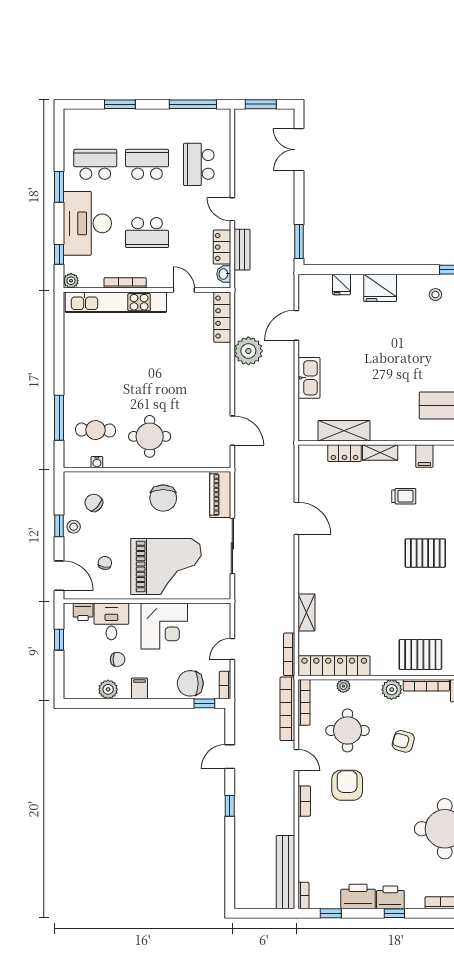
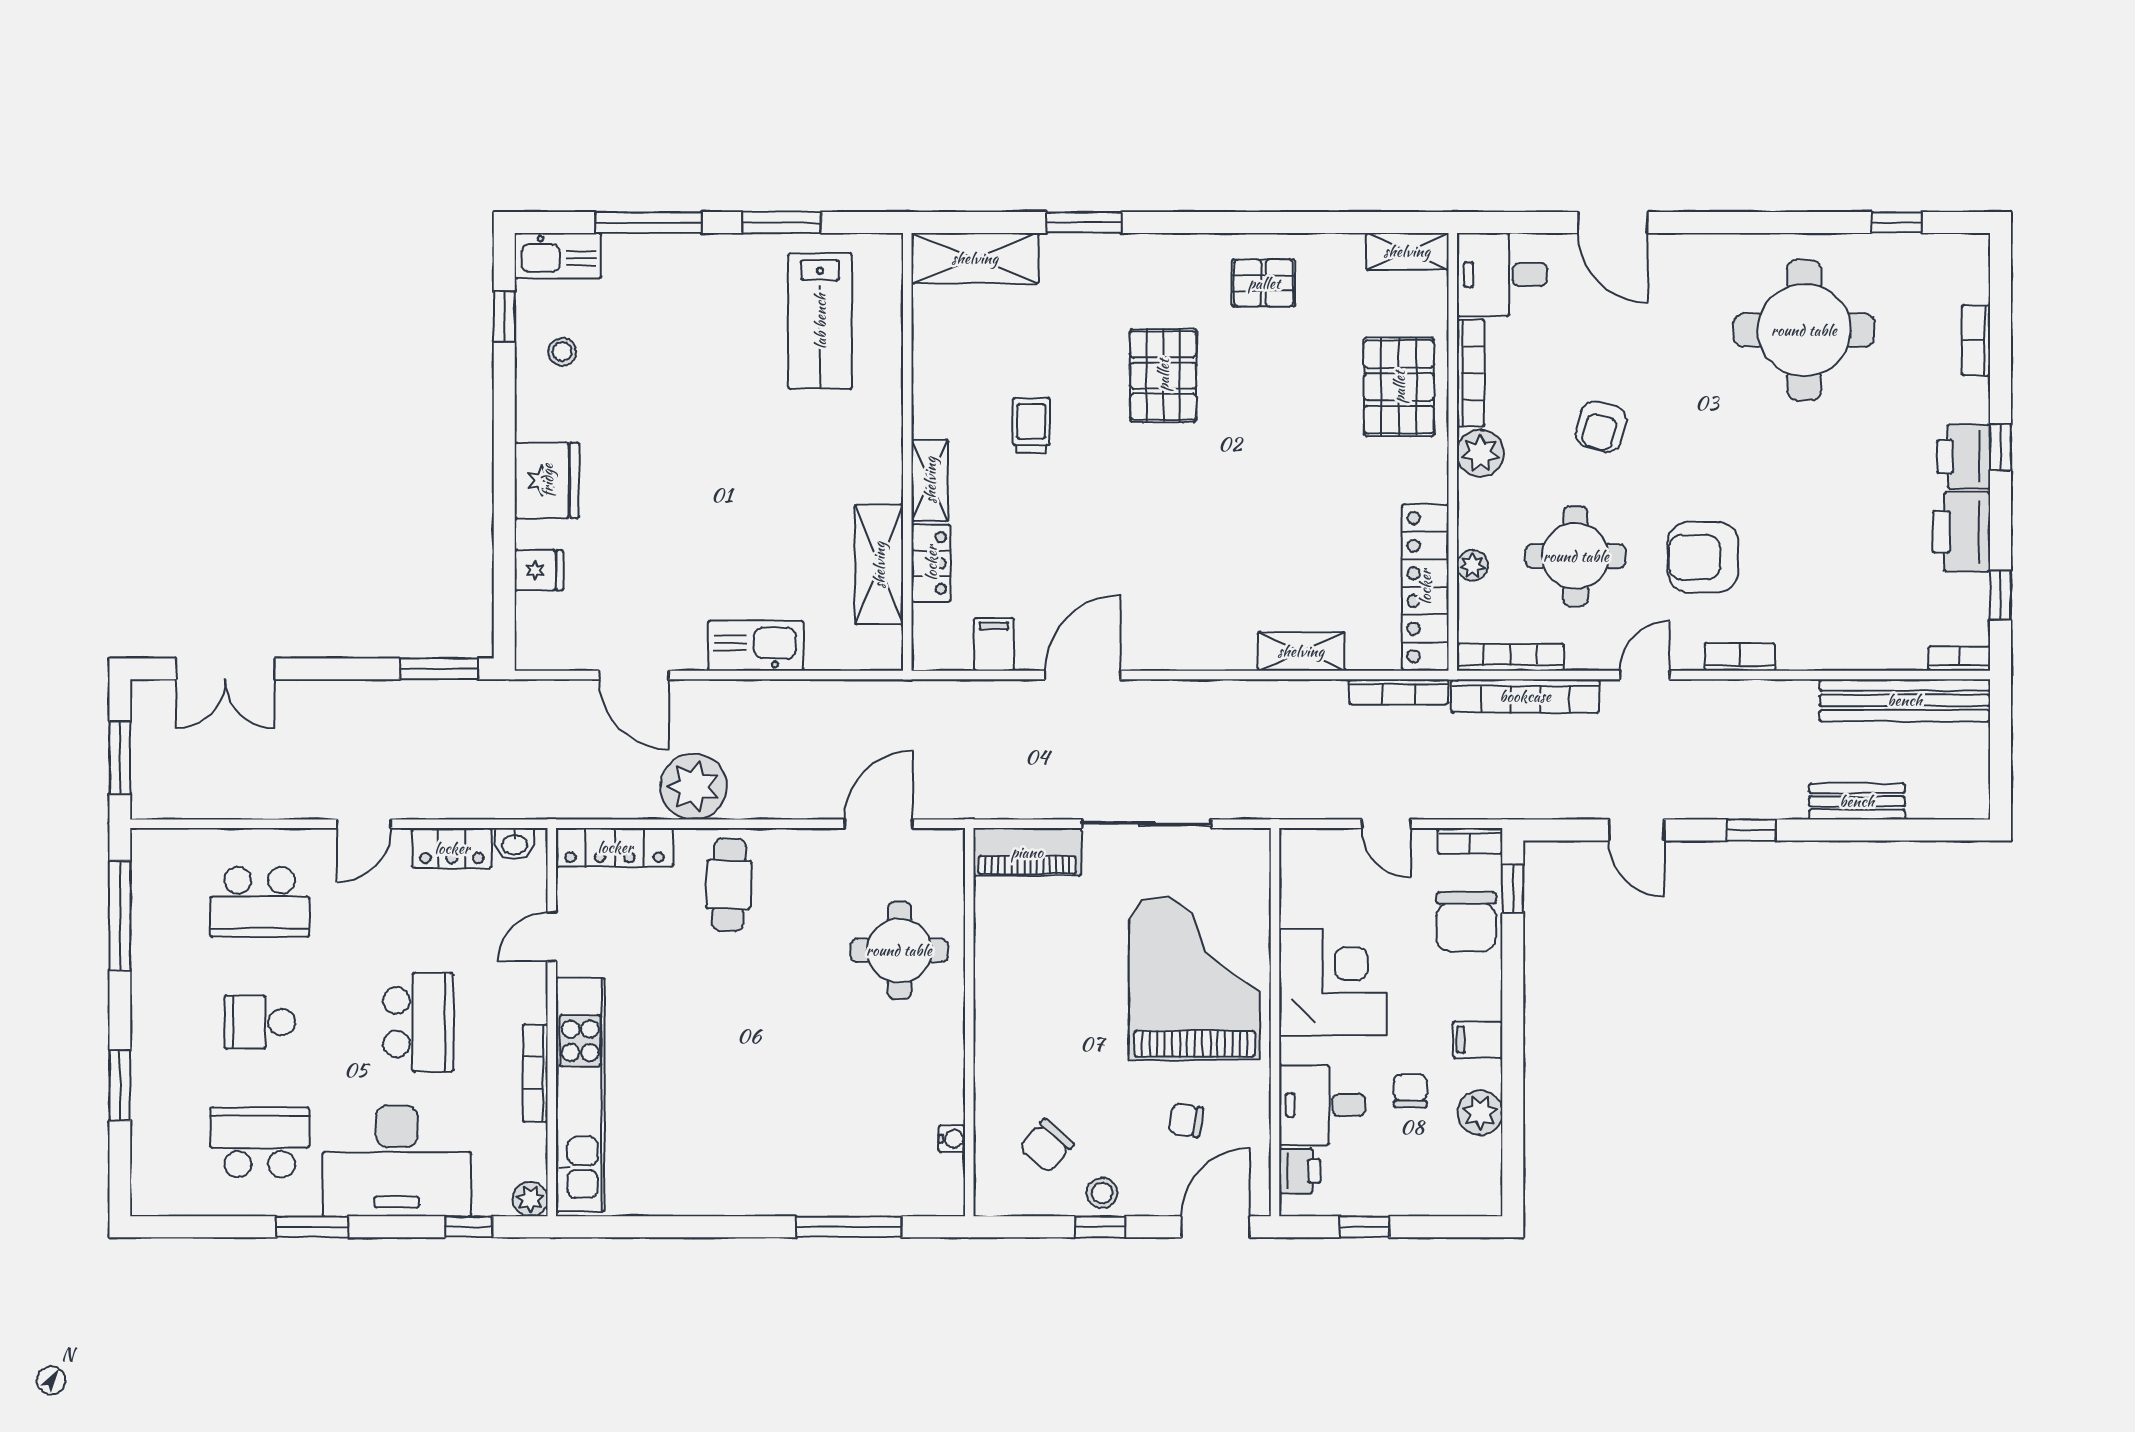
school desk: (95, 164) -> (260, 1142), turned 90
school desk: (147, 164) -> (260, 1022), width x0.54
bench: (242, 250) -> (1857, 801), moved
cafe table: (96, 430) -> (729, 885), moved
round table: (150, 436) -> (899, 950), moved
filing cabinet: (424, 456) -> (994, 644), moved, turned -90
chair: (163, 498) -> (1035, 985), removed

